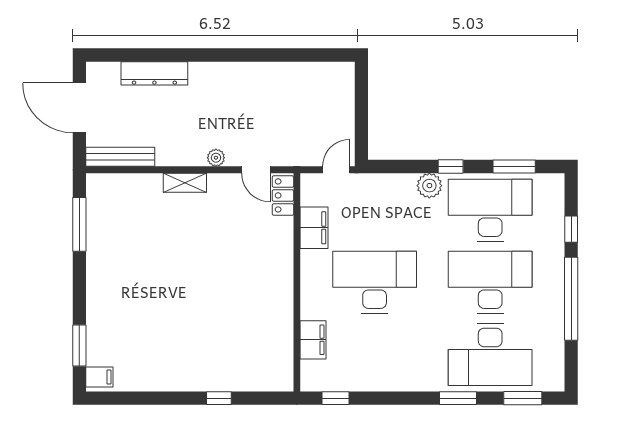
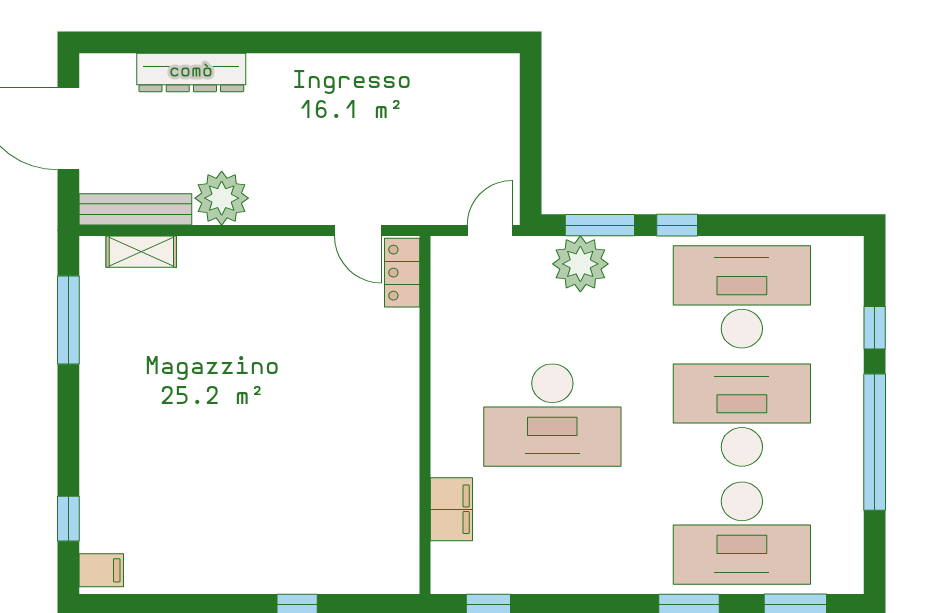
plant: (216, 158) -> (222, 198), moved, width x1.88, depth x1.88
window: (514, 166) -> (600, 225), moved
shelving: (185, 183) -> (141, 252), moved
plant: (429, 186) -> (580, 264), moved, width x1.36, depth x1.36
filing cabinet: (314, 228) -> (453, 326), removed
desk: (375, 282) -> (552, 415), turned 180
window: (79, 346) -> (68, 519), width x0.67

